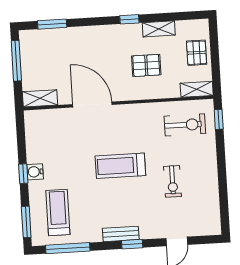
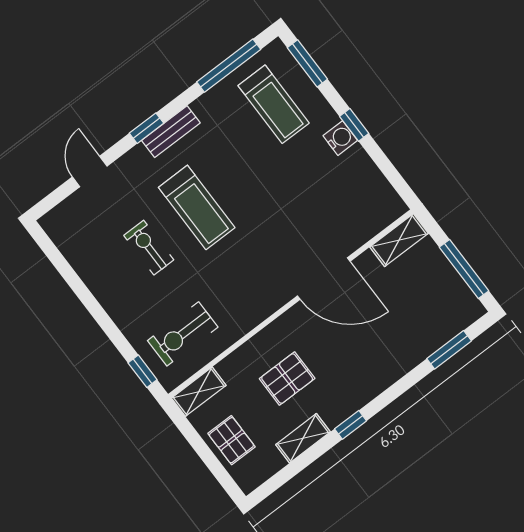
treadmill: (120, 166) -> (197, 207), moved, turned 90

